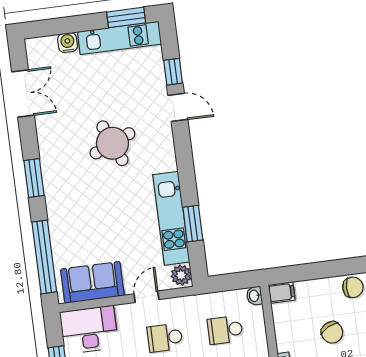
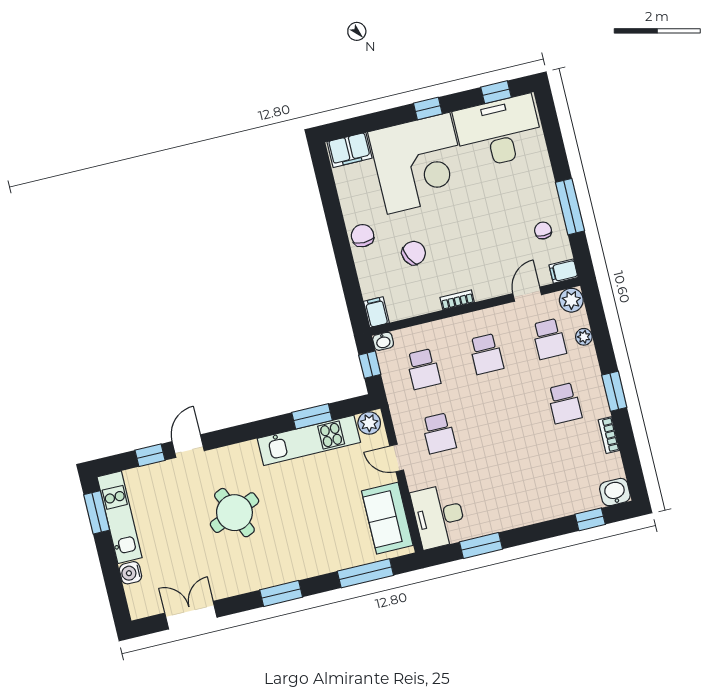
window: (44, 257) -> (365, 573), width x0.68
window: (234, 281) -> (370, 365), added

